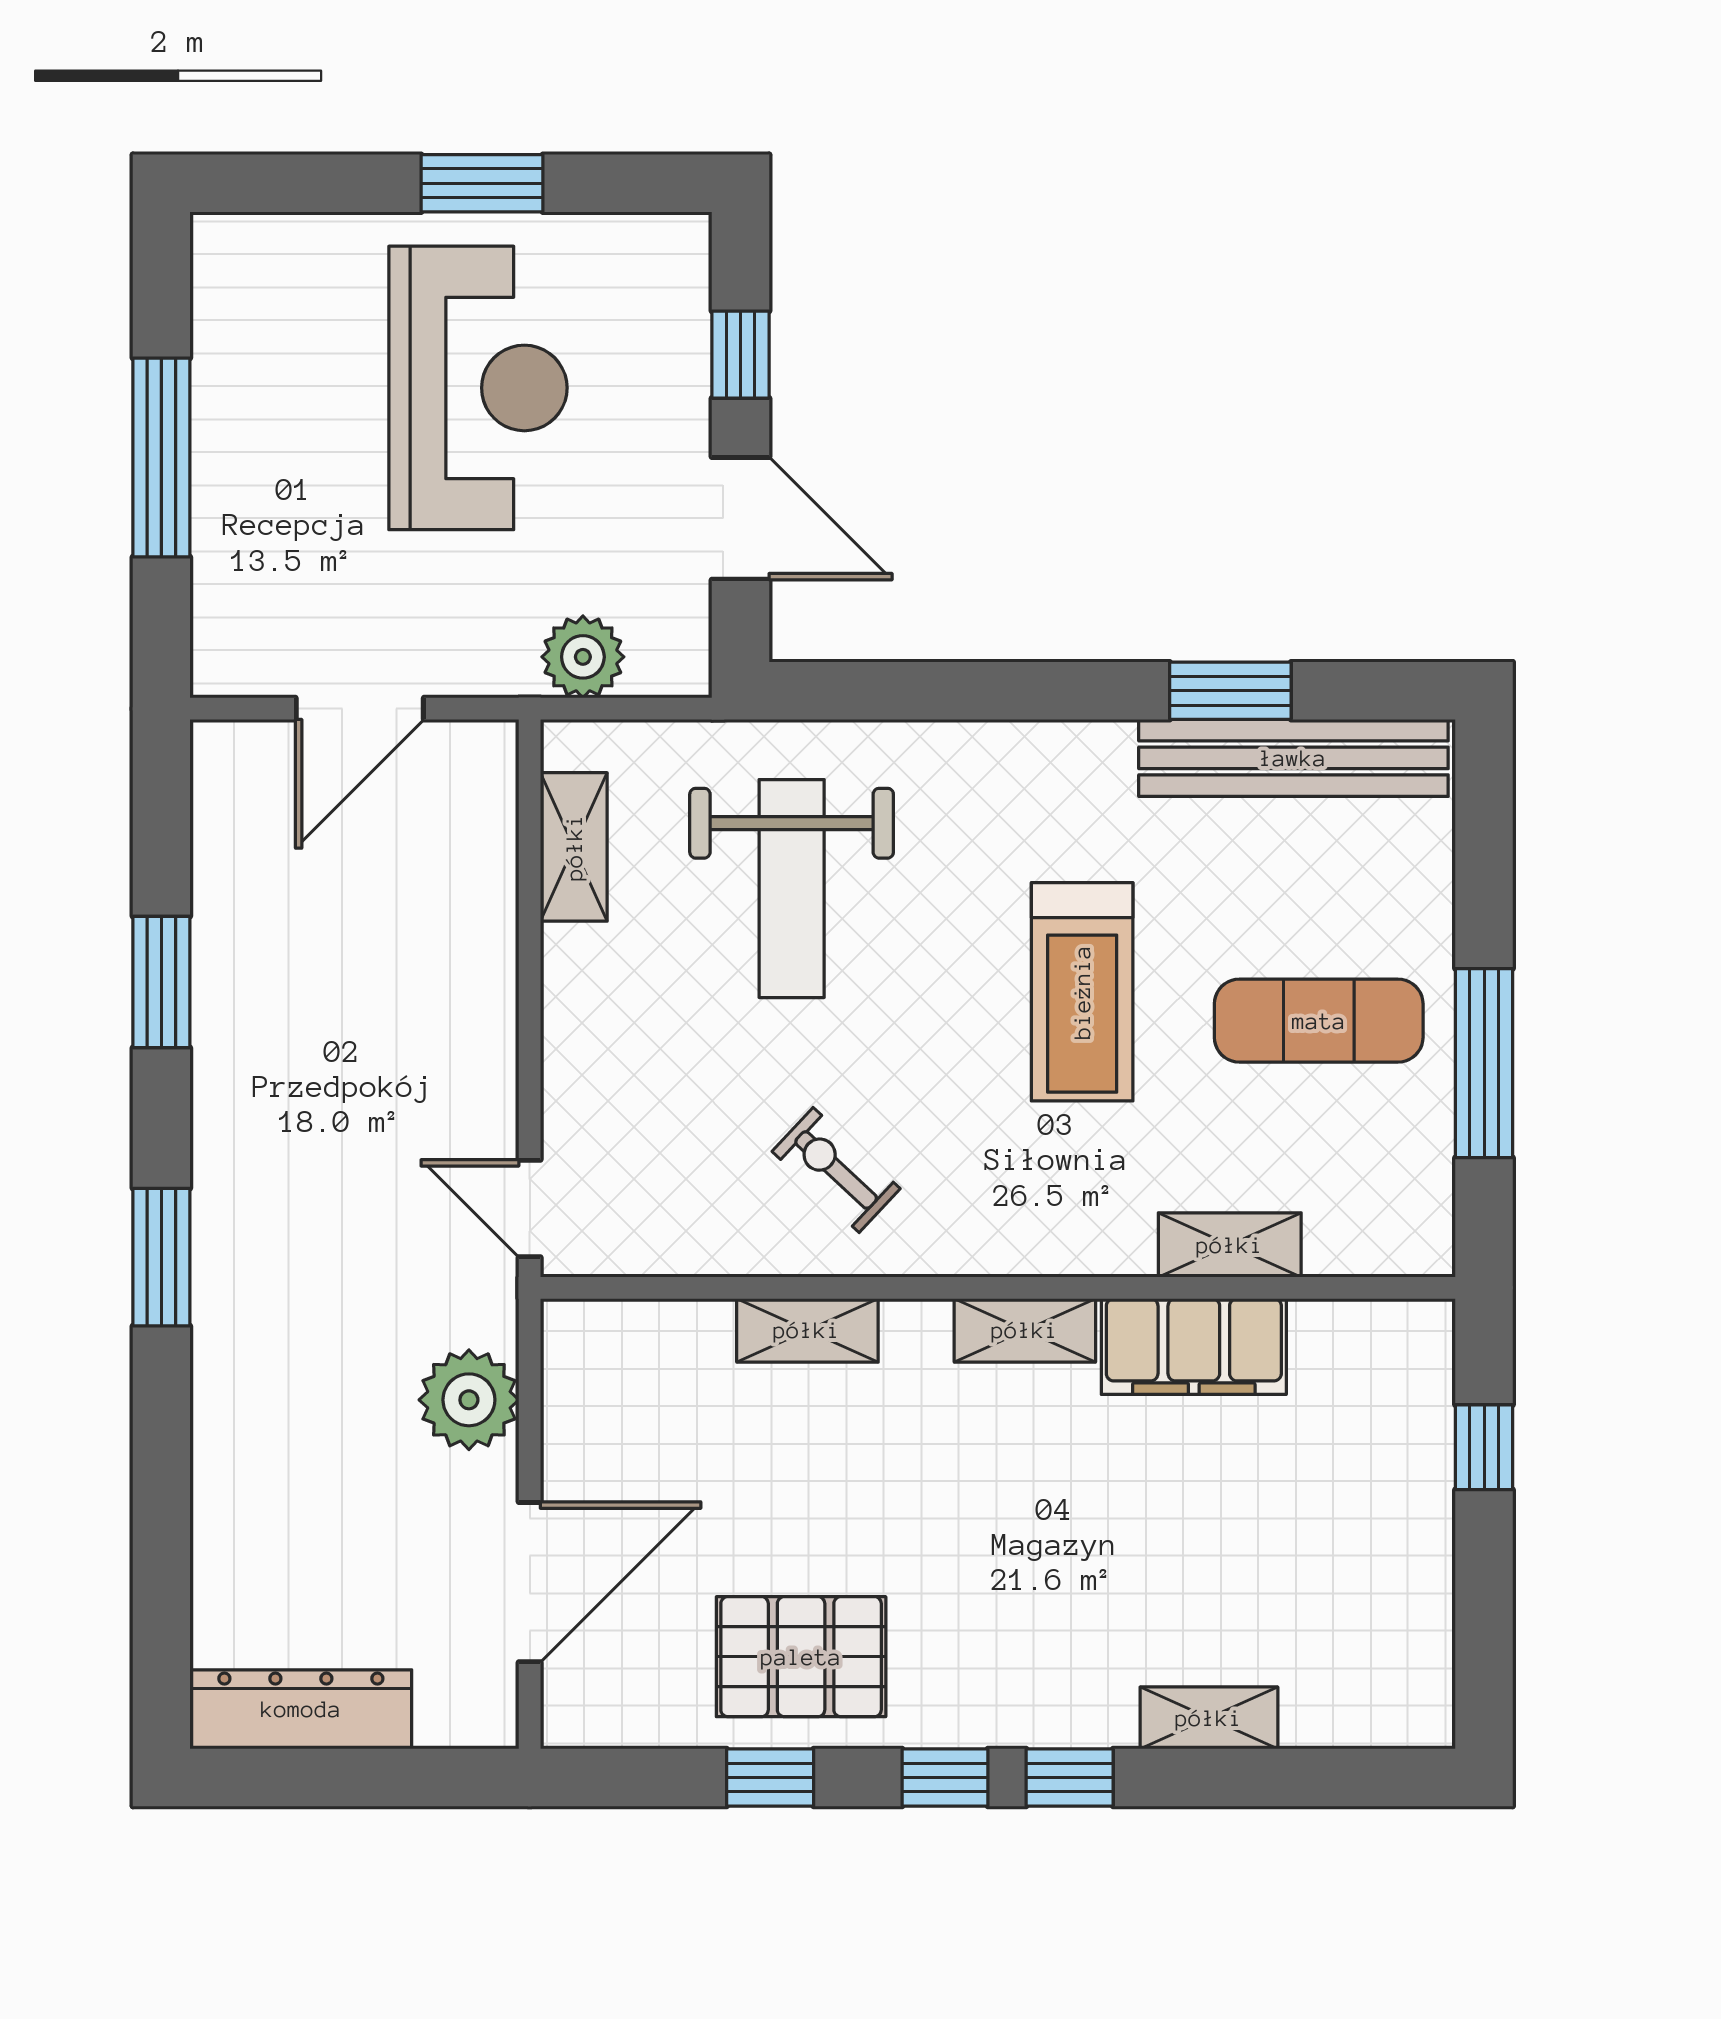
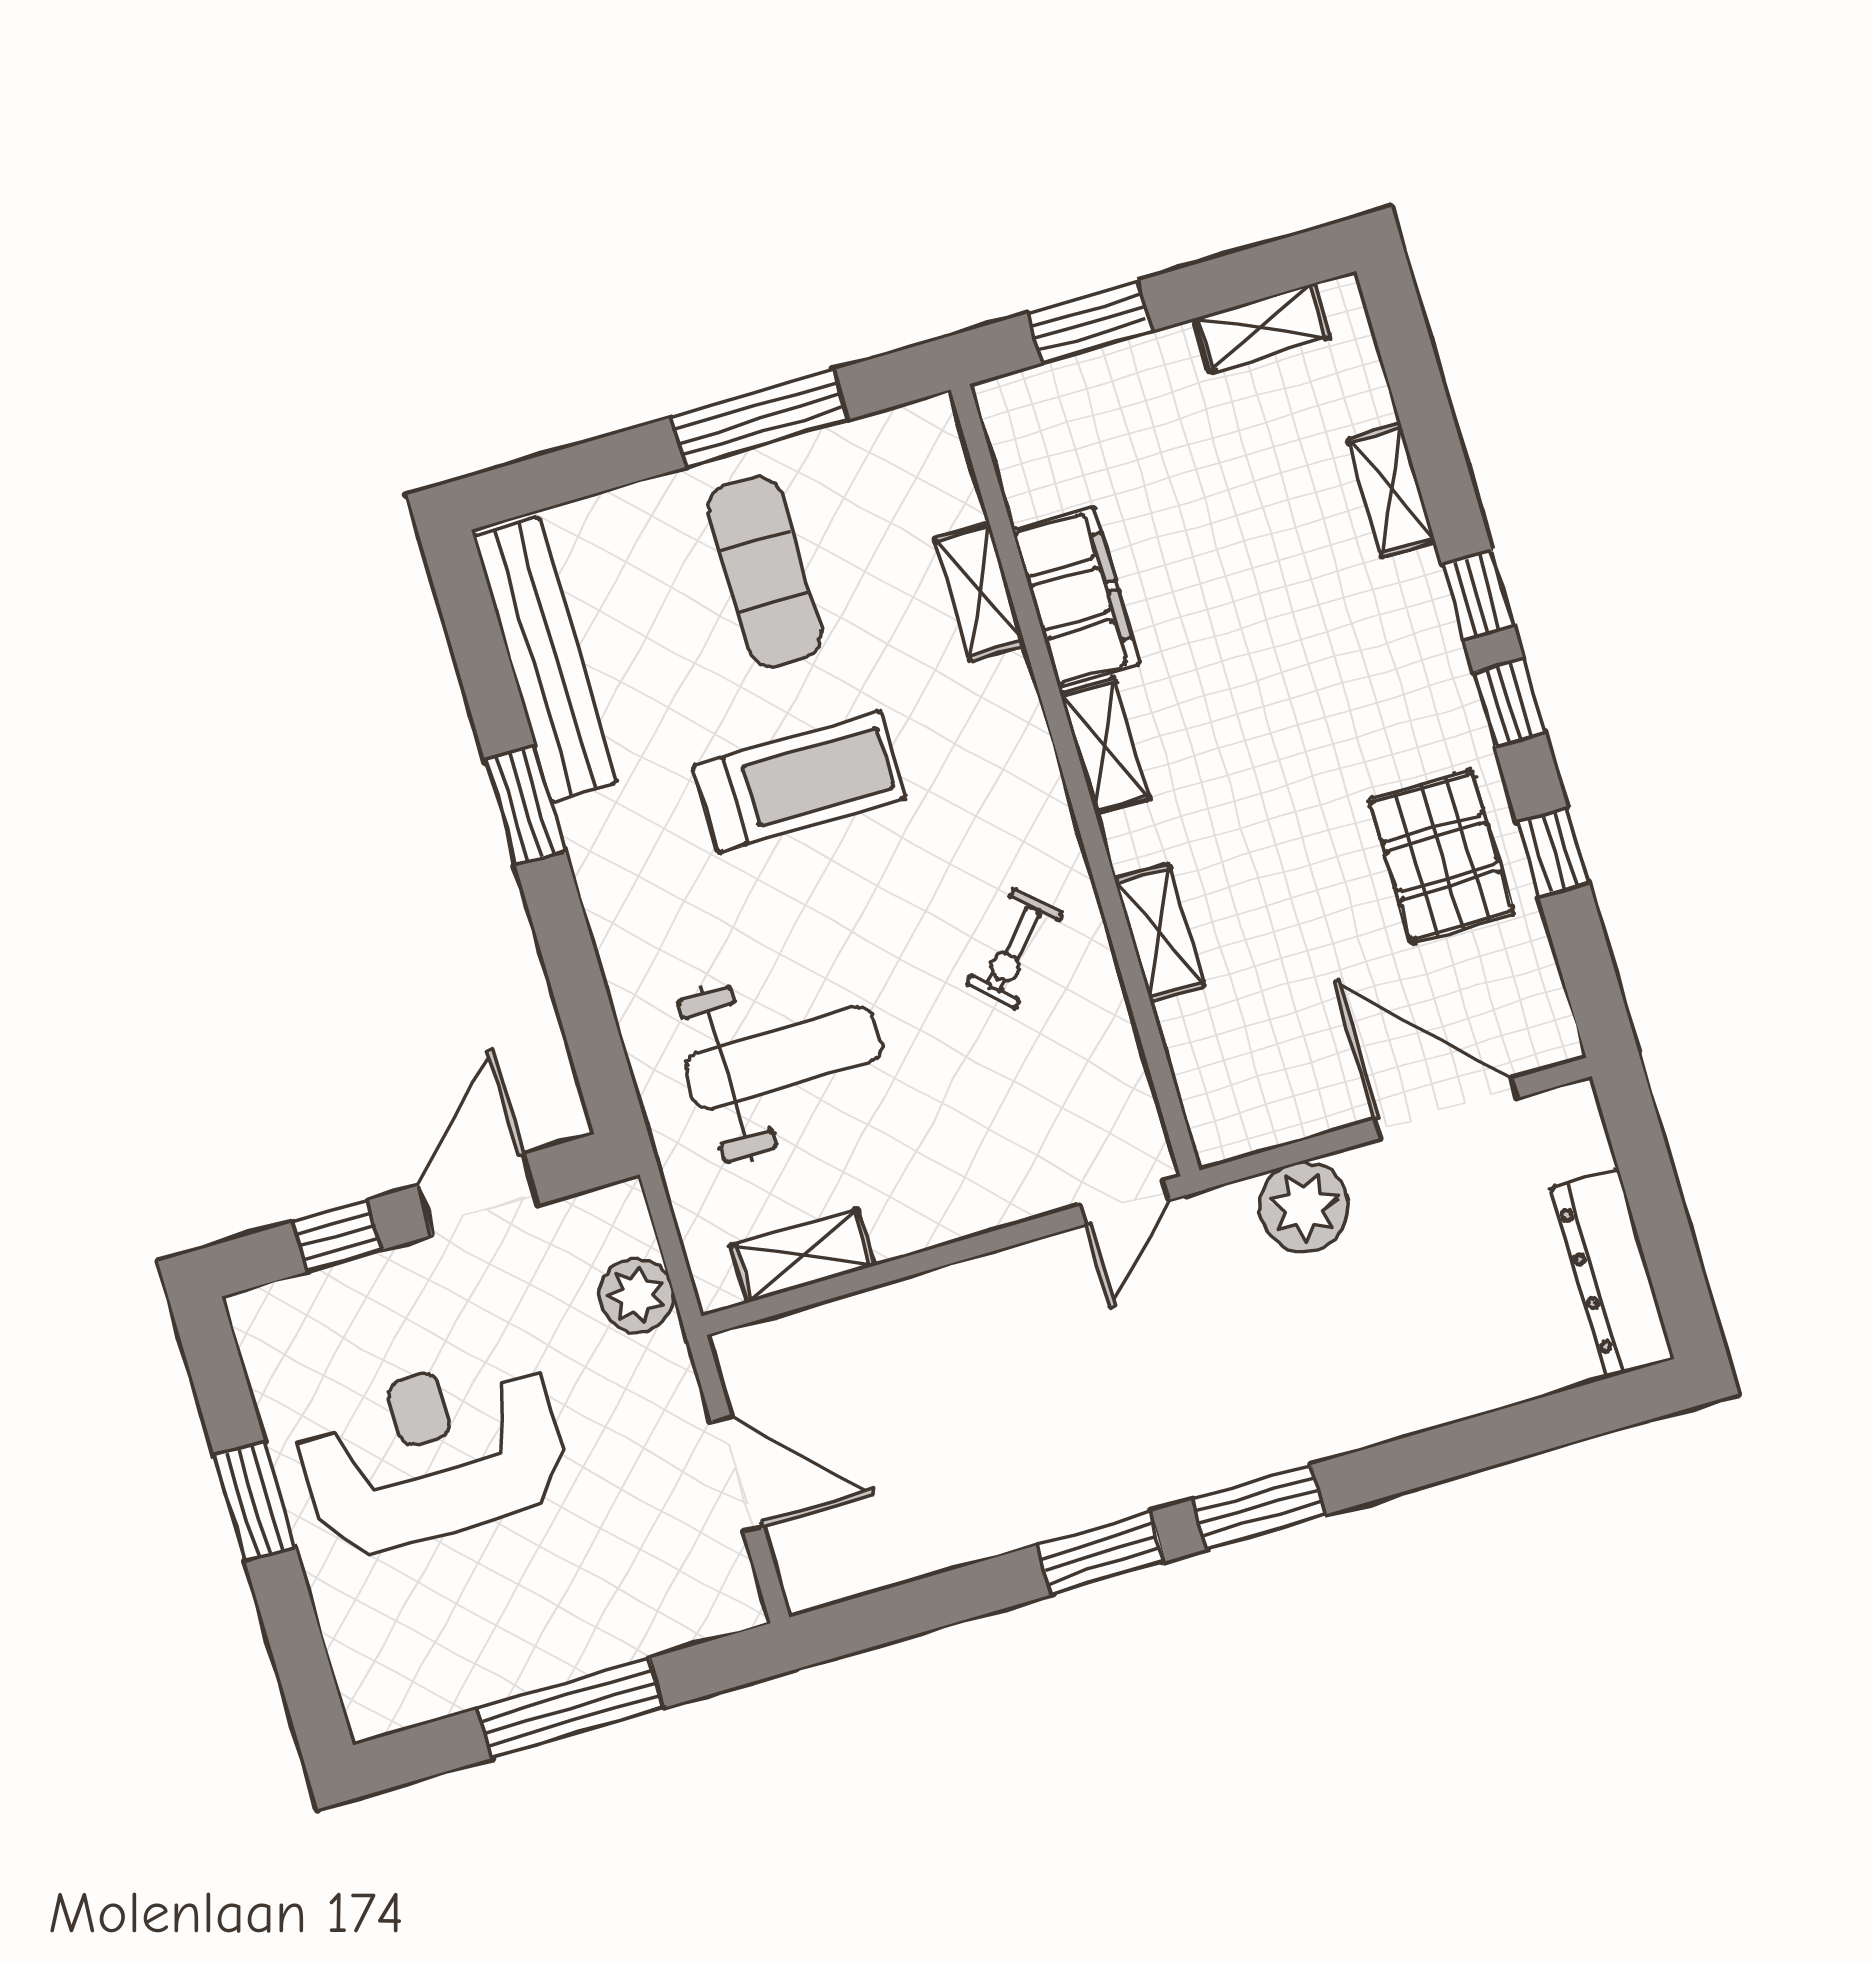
window: (1230, 691) -> (525, 805), moved
window: (161, 982) -> (1101, 1553), moved
window: (1484, 1447) -> (1090, 322), width x1.50
shelving: (1424, 1630) -> (1262, 328), added

